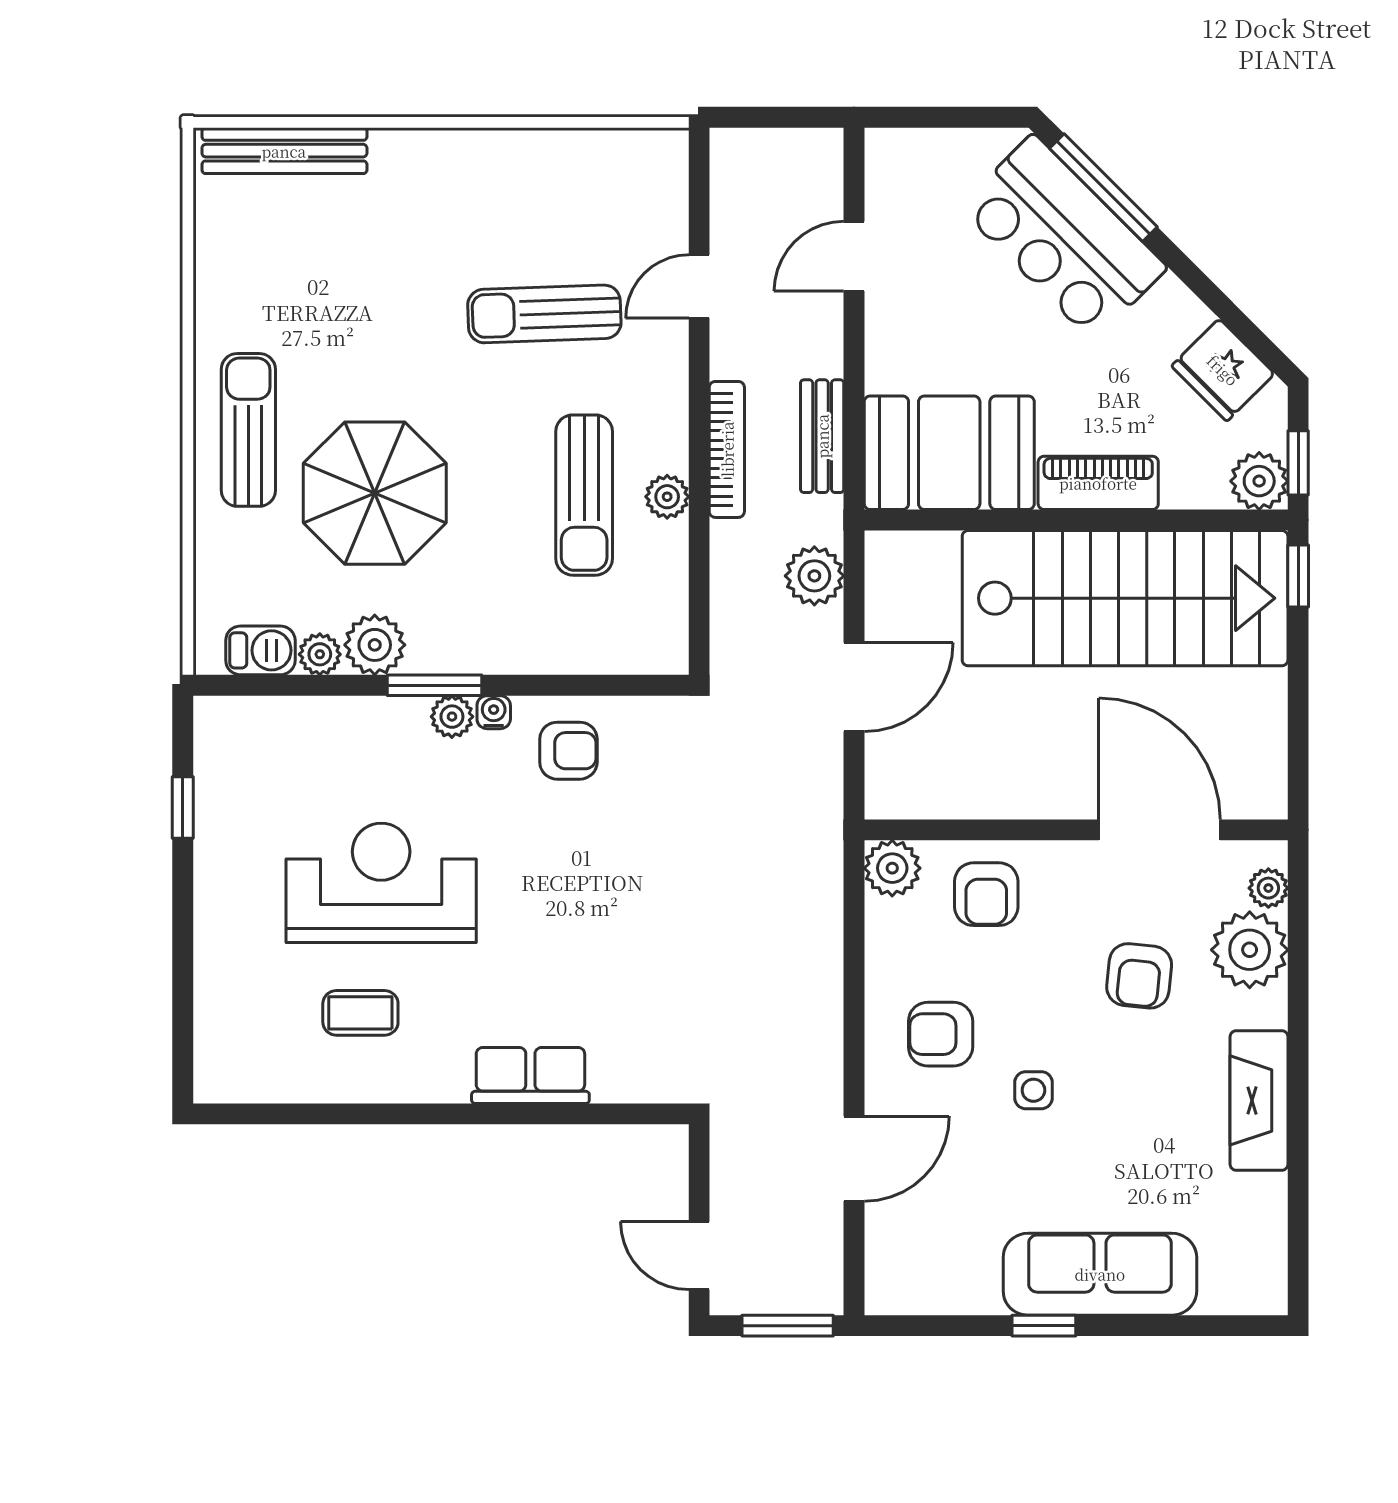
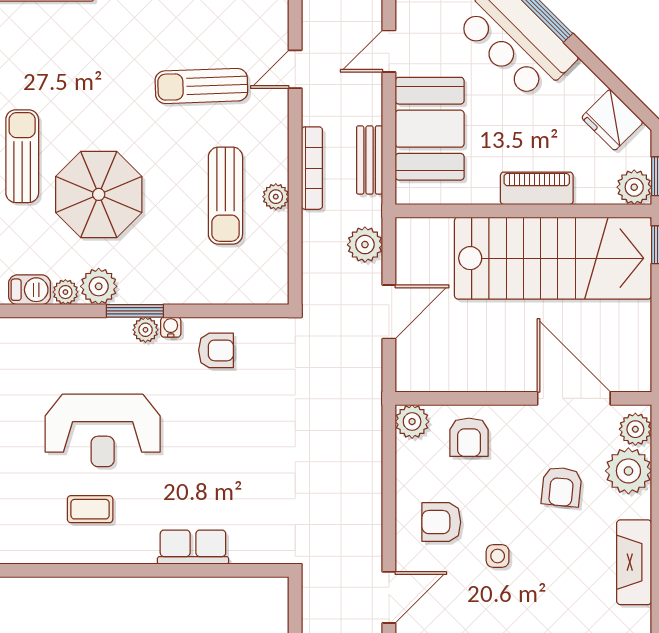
booth: (949, 453) -> (430, 129), moved, turned 90
reception desk: (381, 883) -> (103, 430), turned 180
plant: (1268, 888) -> (635, 429), width x1.38, depth x1.38

